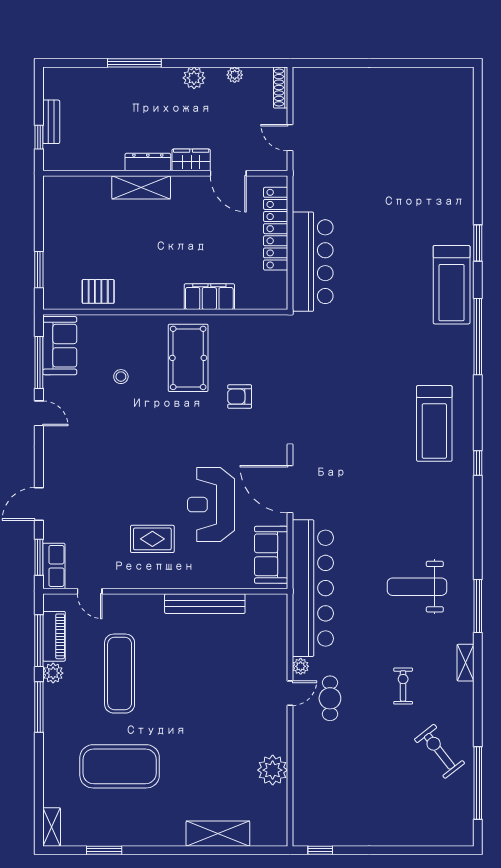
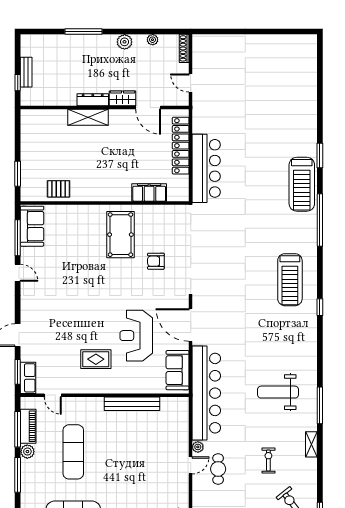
filing cabinet: (209, 297) -> (149, 192), moved
stool: (121, 377) -> (74, 247), removed

